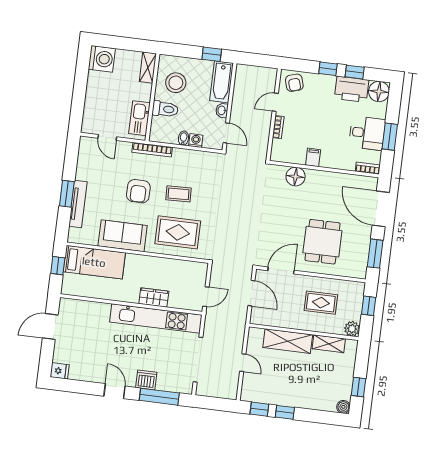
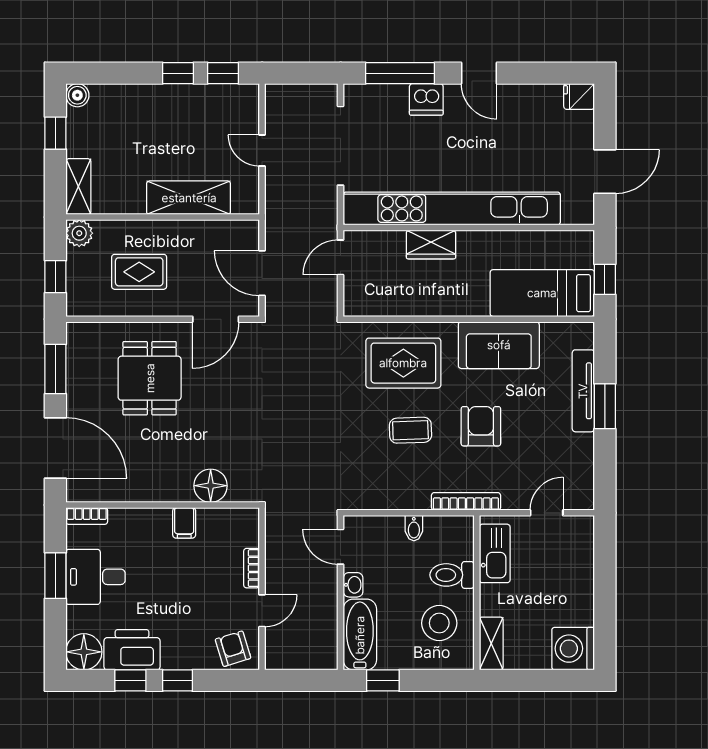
door: (107, 138) -> (547, 513), hinge flipped
washing machine: (196, 141) -> (392, 527), removed
kitchen unit: (156, 318) -> (452, 208), width x1.36
shelving: (329, 344) -> (78, 187), moved, turned 90

